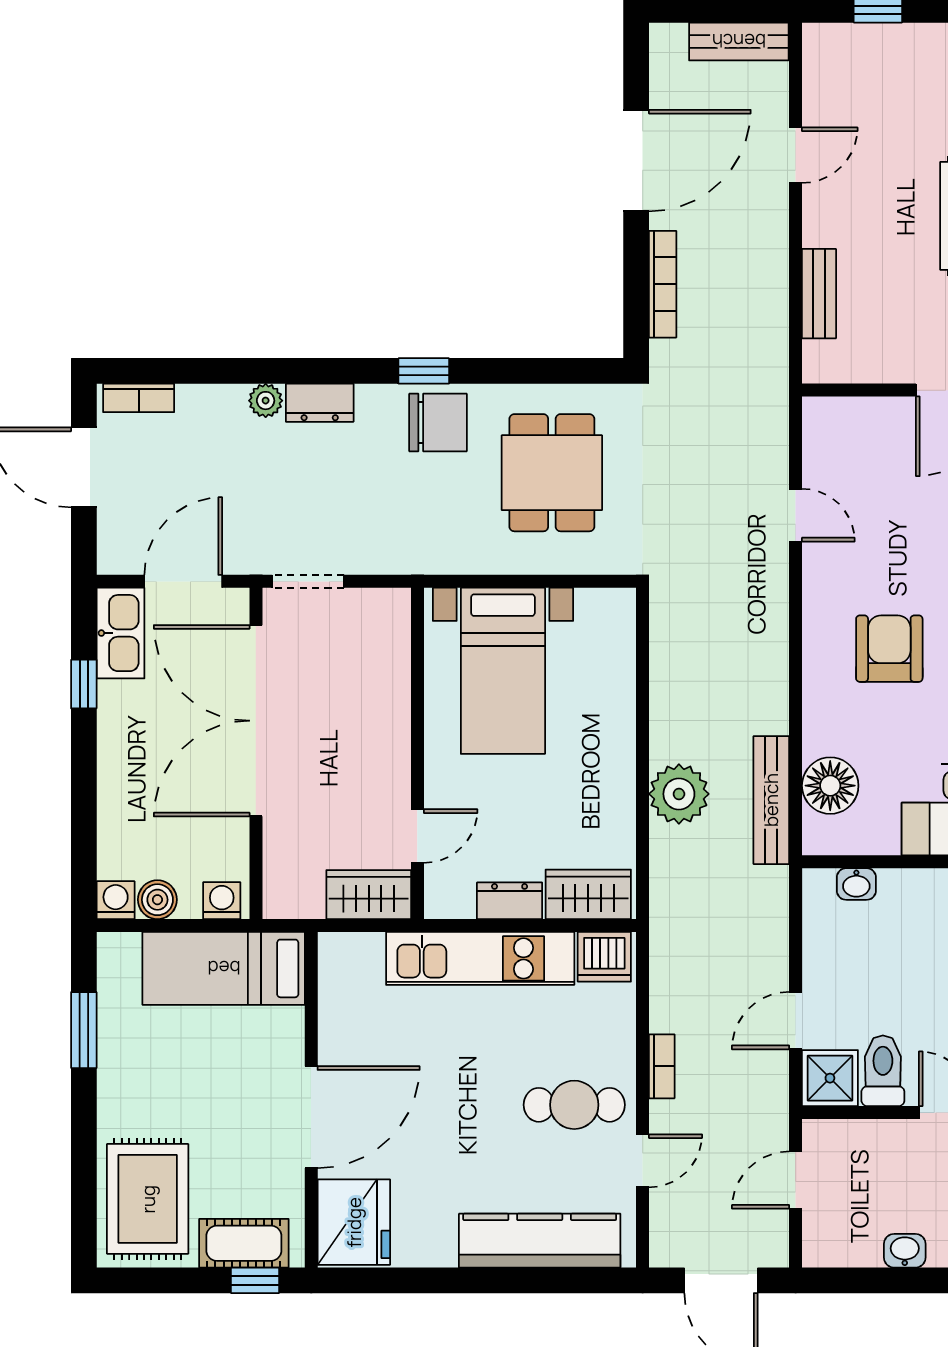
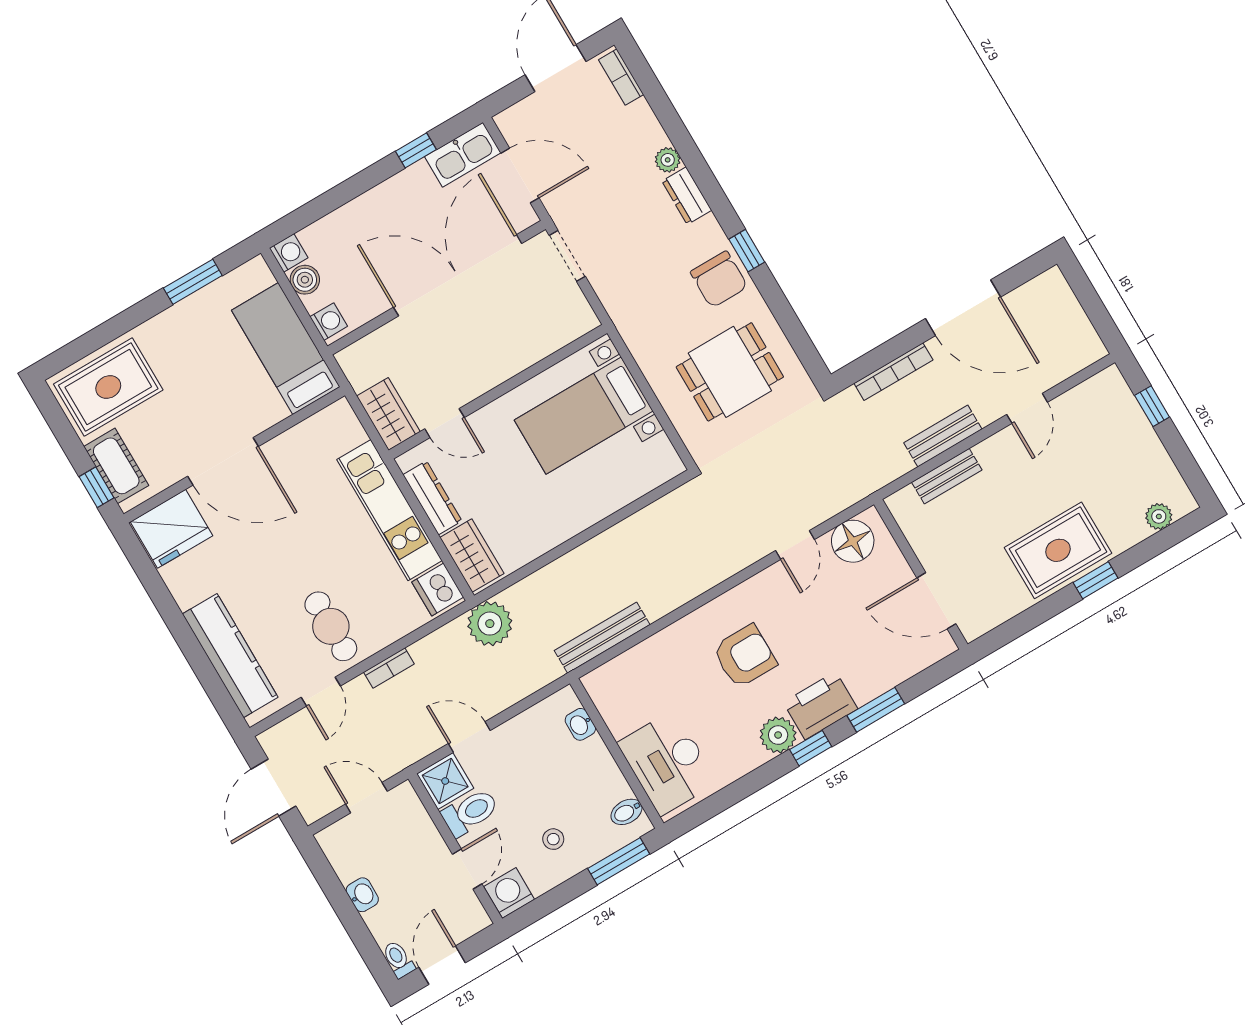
bench: (739, 41) -> (943, 436), moved, turned 90
door: (796, 155) -> (1027, 408), hinge flipped
floor lamp: (830, 786) -> (853, 541), moved
plant: (679, 794) -> (490, 624), moved
dresser: (510, 901) -> (432, 498), width x1.44
door: (643, 1161) -> (321, 692), hinge flipped

